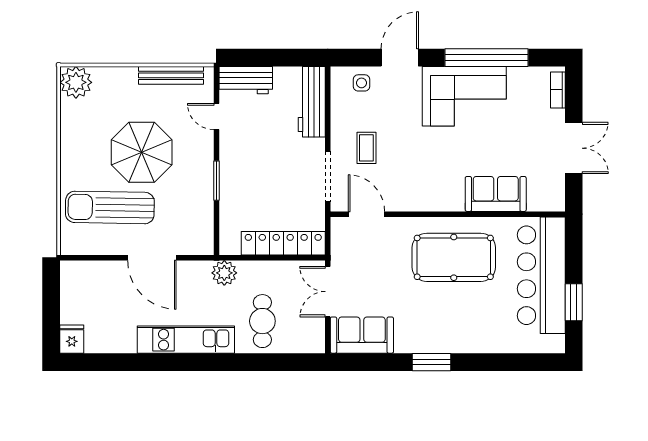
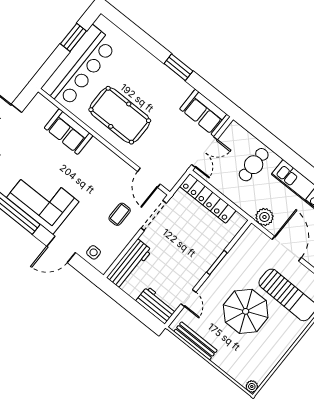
plant: (76, 82) -> (252, 386), width x0.53, depth x0.53
plant: (224, 273) -> (264, 217), moved

